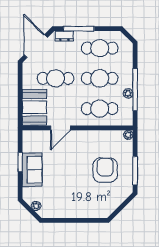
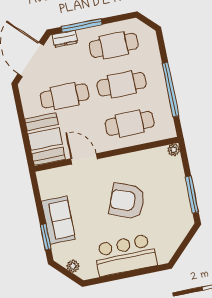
plant: (128, 93) -> (162, 96), removed
door: (60, 128) -> (84, 159), swing flipped
window: (20, 162) -> (46, 237), moved
armchair: (105, 170) -> (127, 201), moved, turned -69
bar counter: (77, 206) -> (125, 255), added

